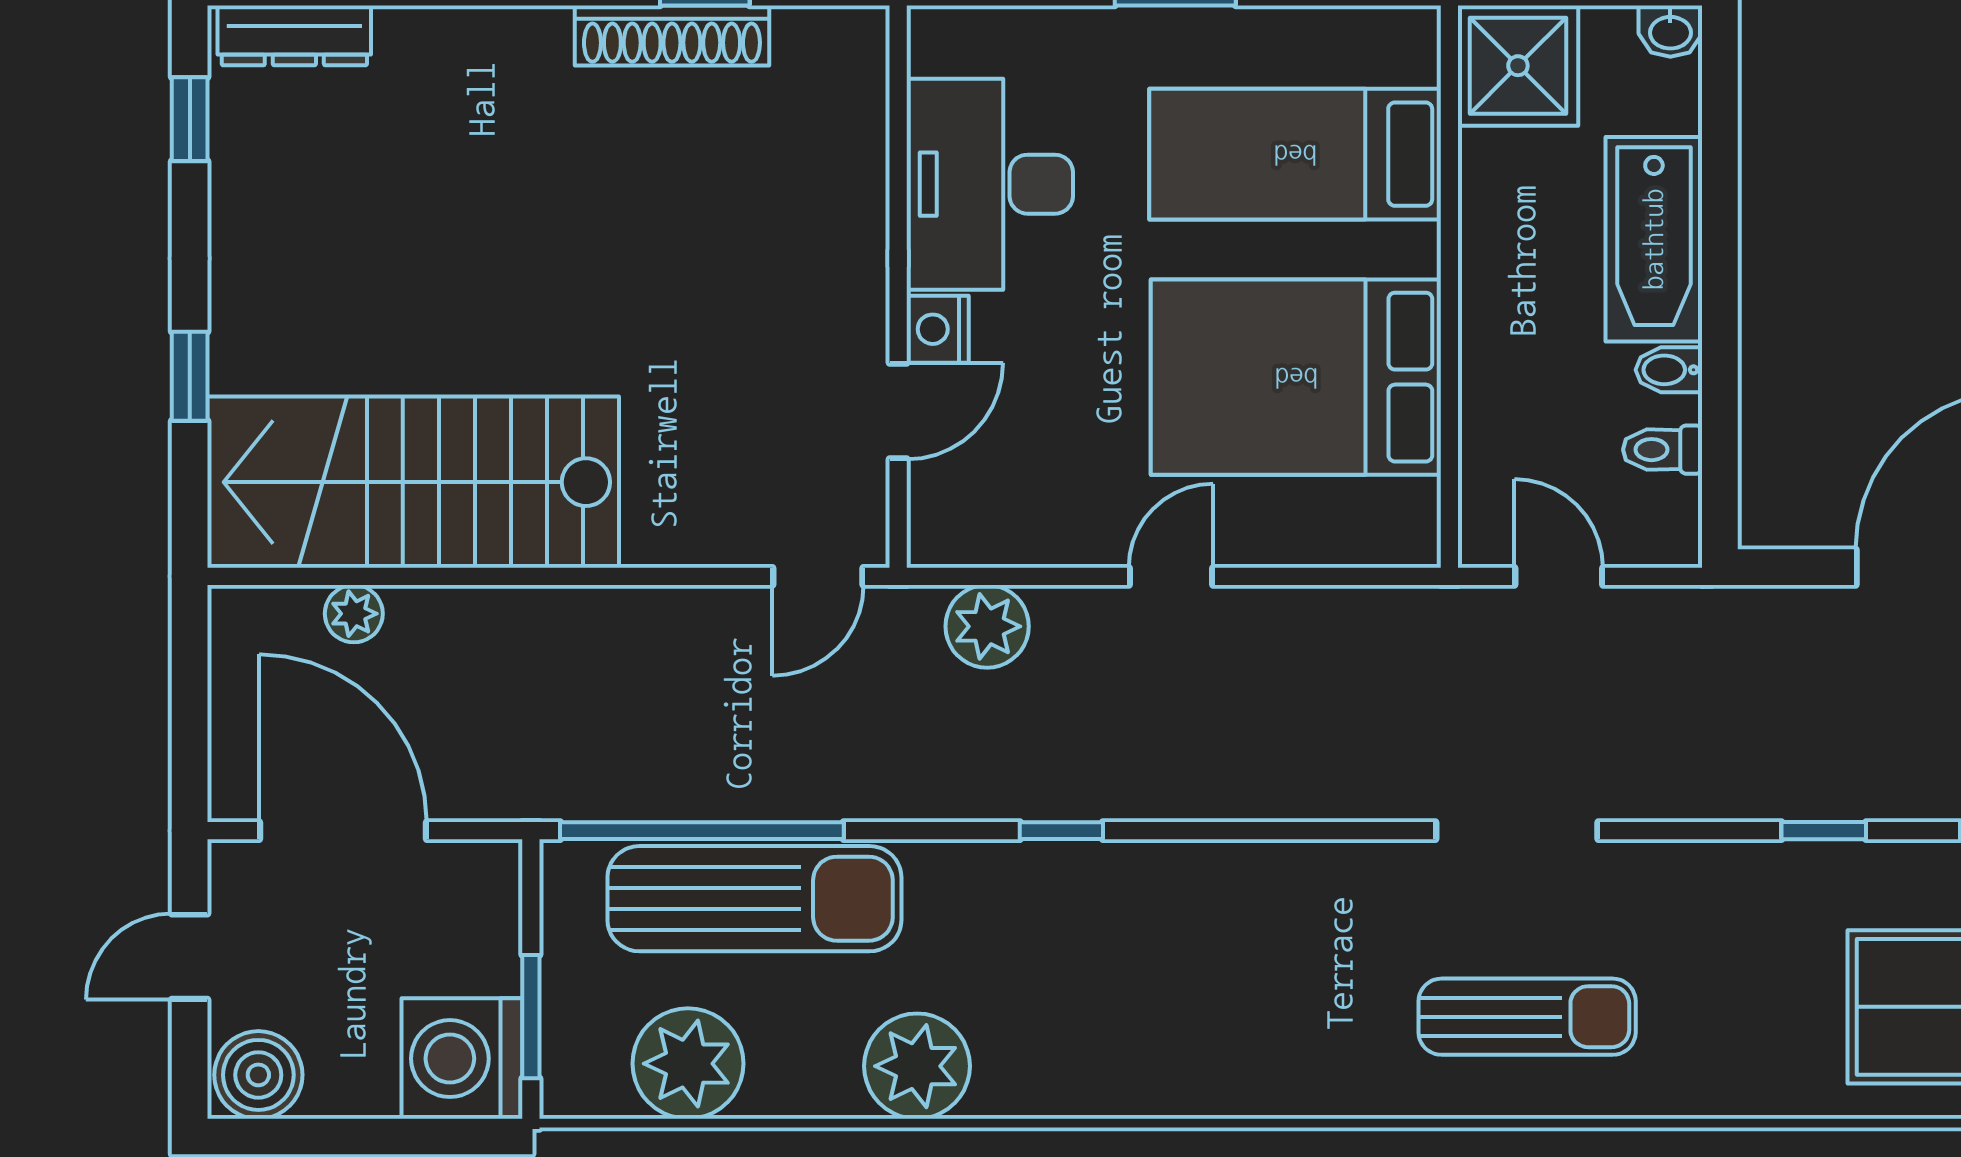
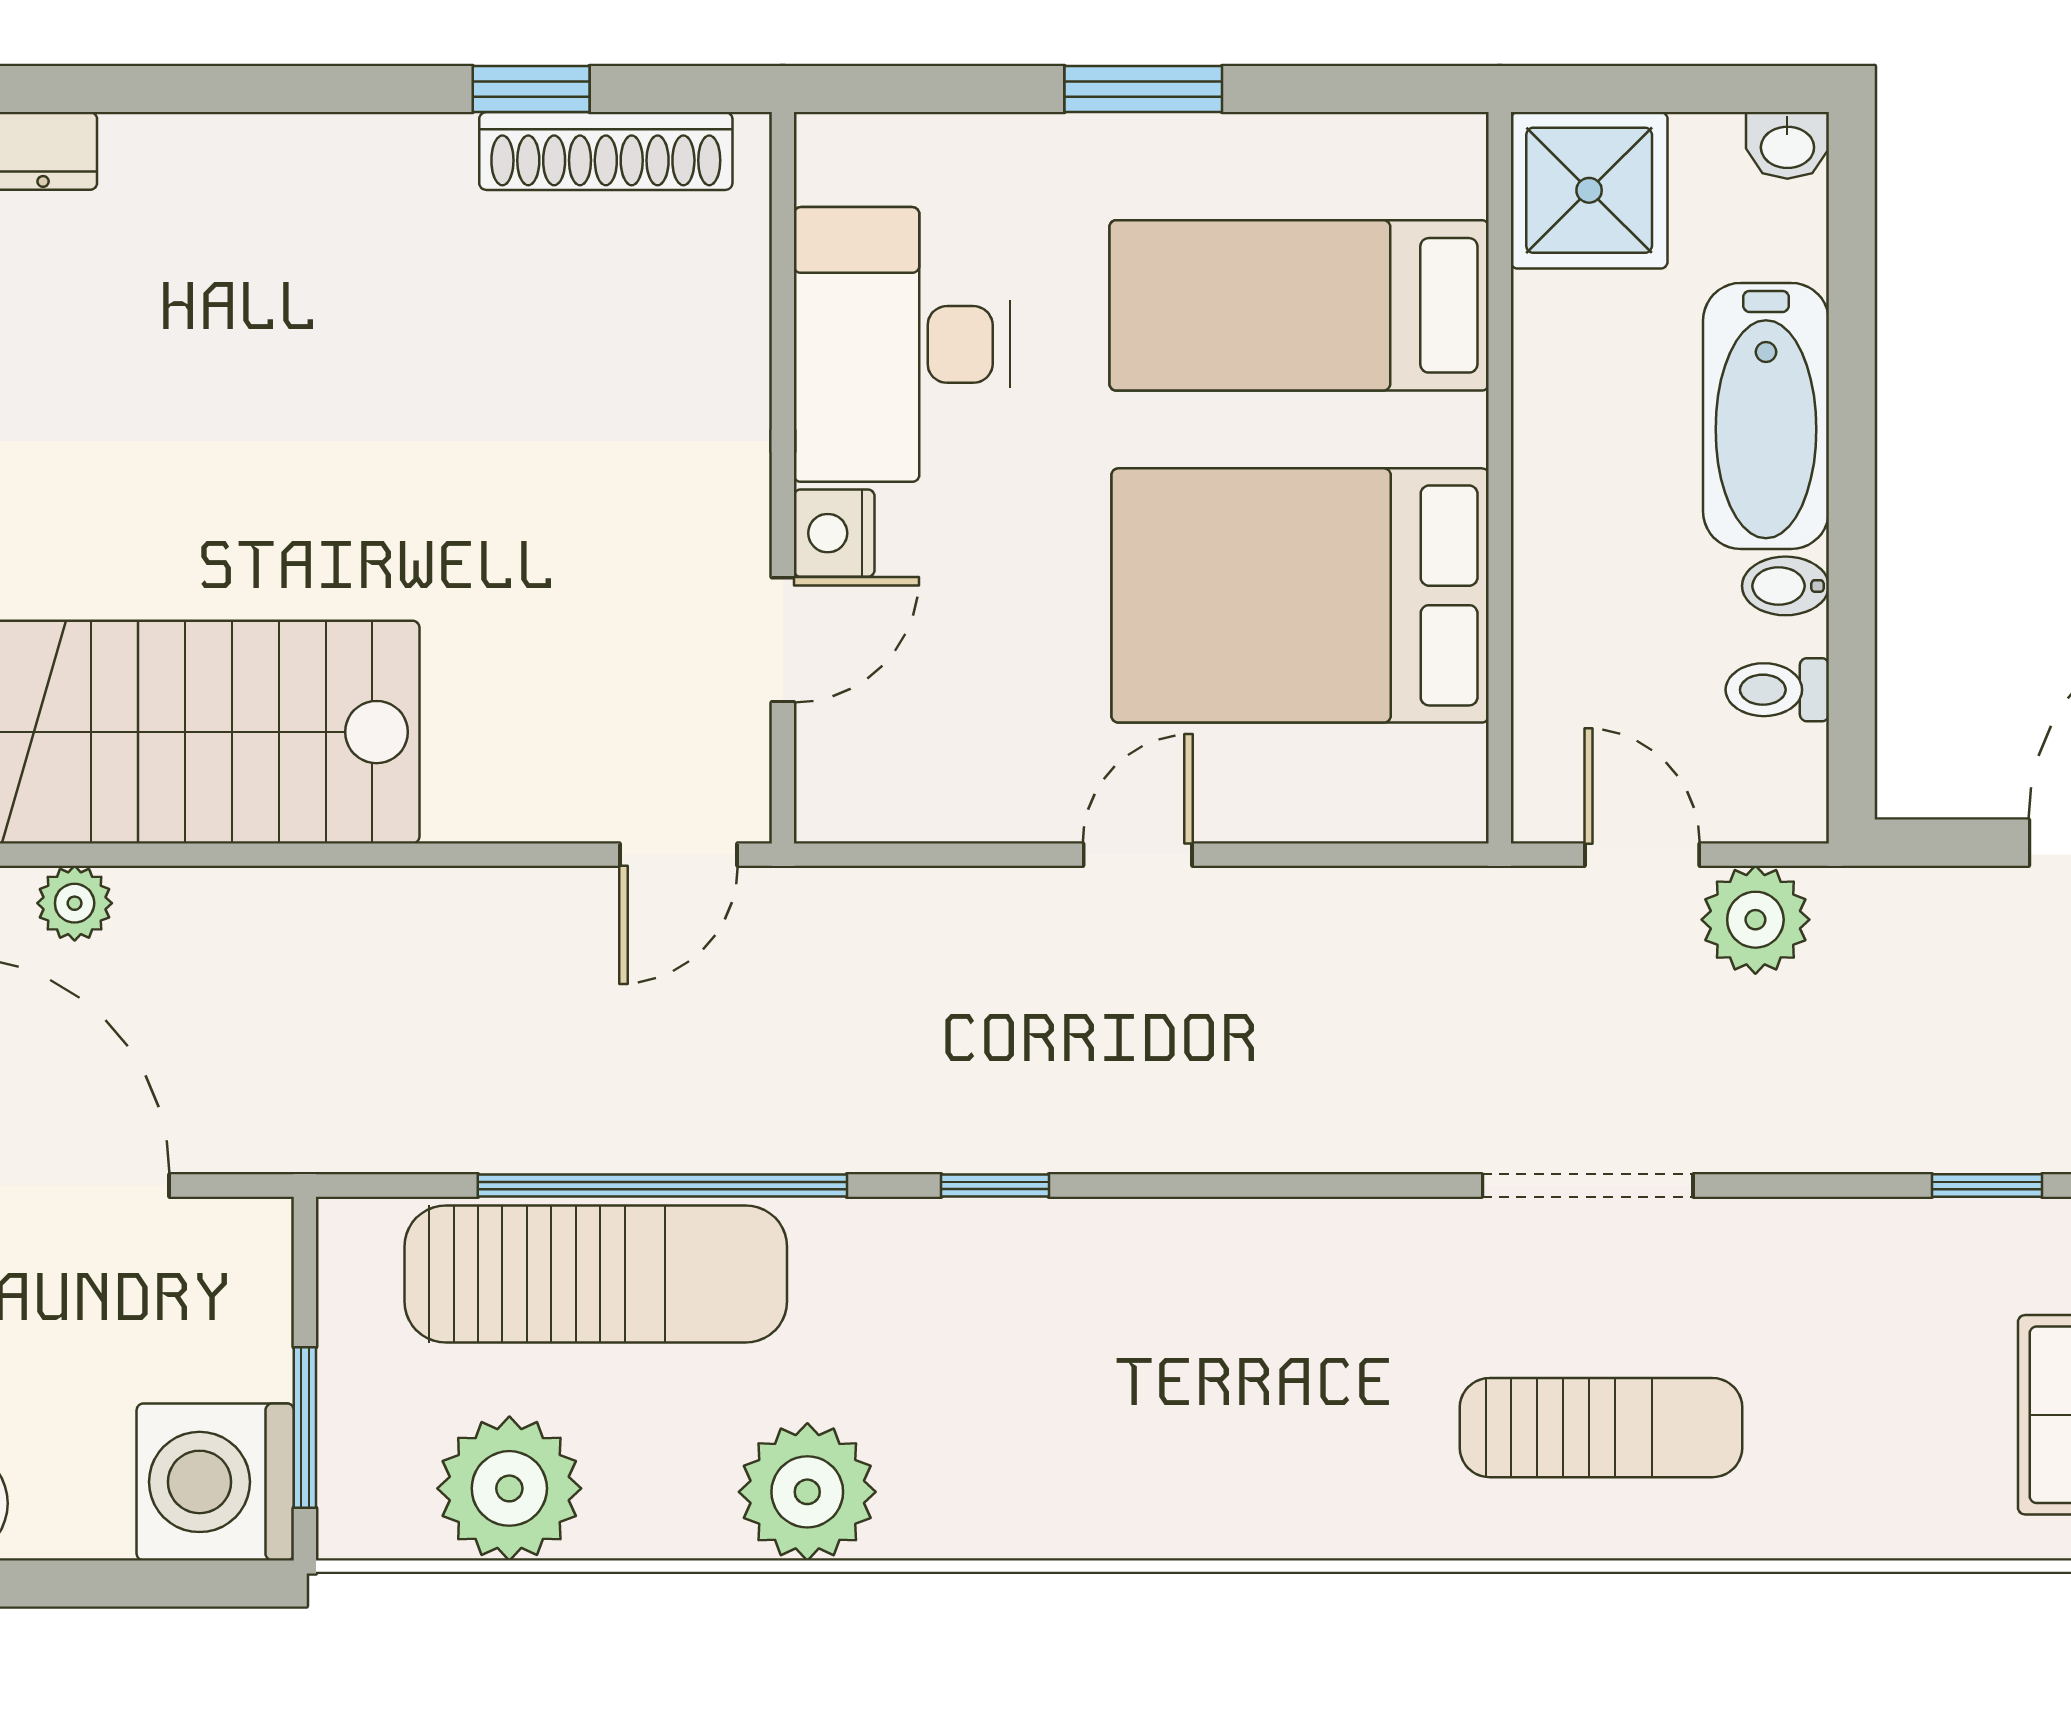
shoe rack: (672, 36) -> (606, 151), moved
plant: (987, 626) -> (1755, 920), moved
window: (702, 831) -> (662, 1186), moved

